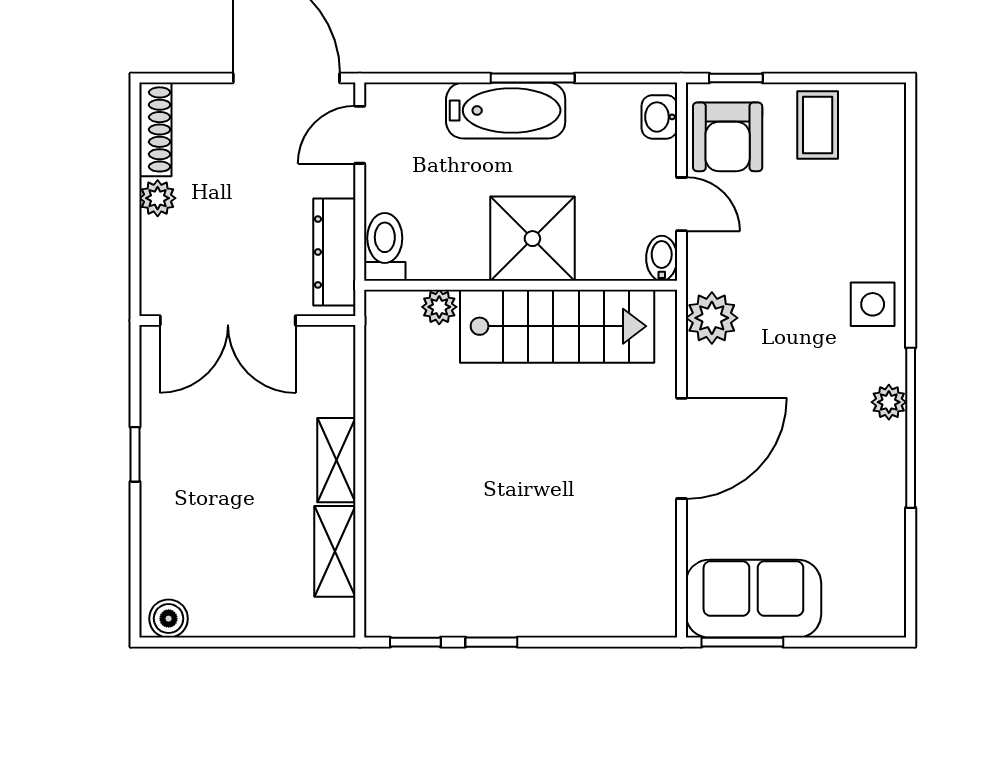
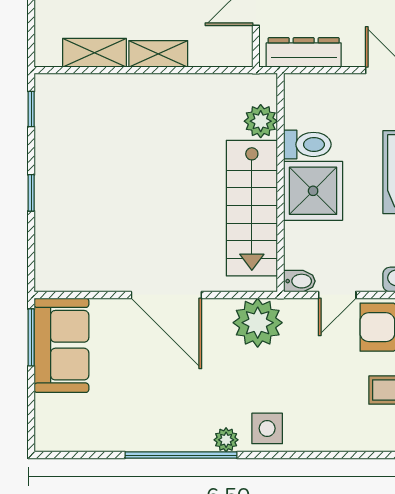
toilet: (385, 247) -> (307, 144), moved
plant: (439, 307) -> (261, 121), width x1.38, depth x1.38
plant: (712, 318) -> (258, 323), width x1.36, depth x1.36
plant: (889, 402) -> (226, 440), moved
window: (491, 642) -> (31, 193), moved

